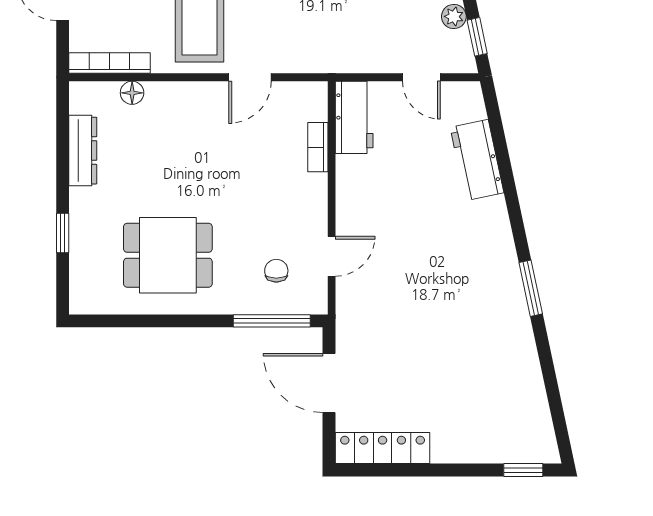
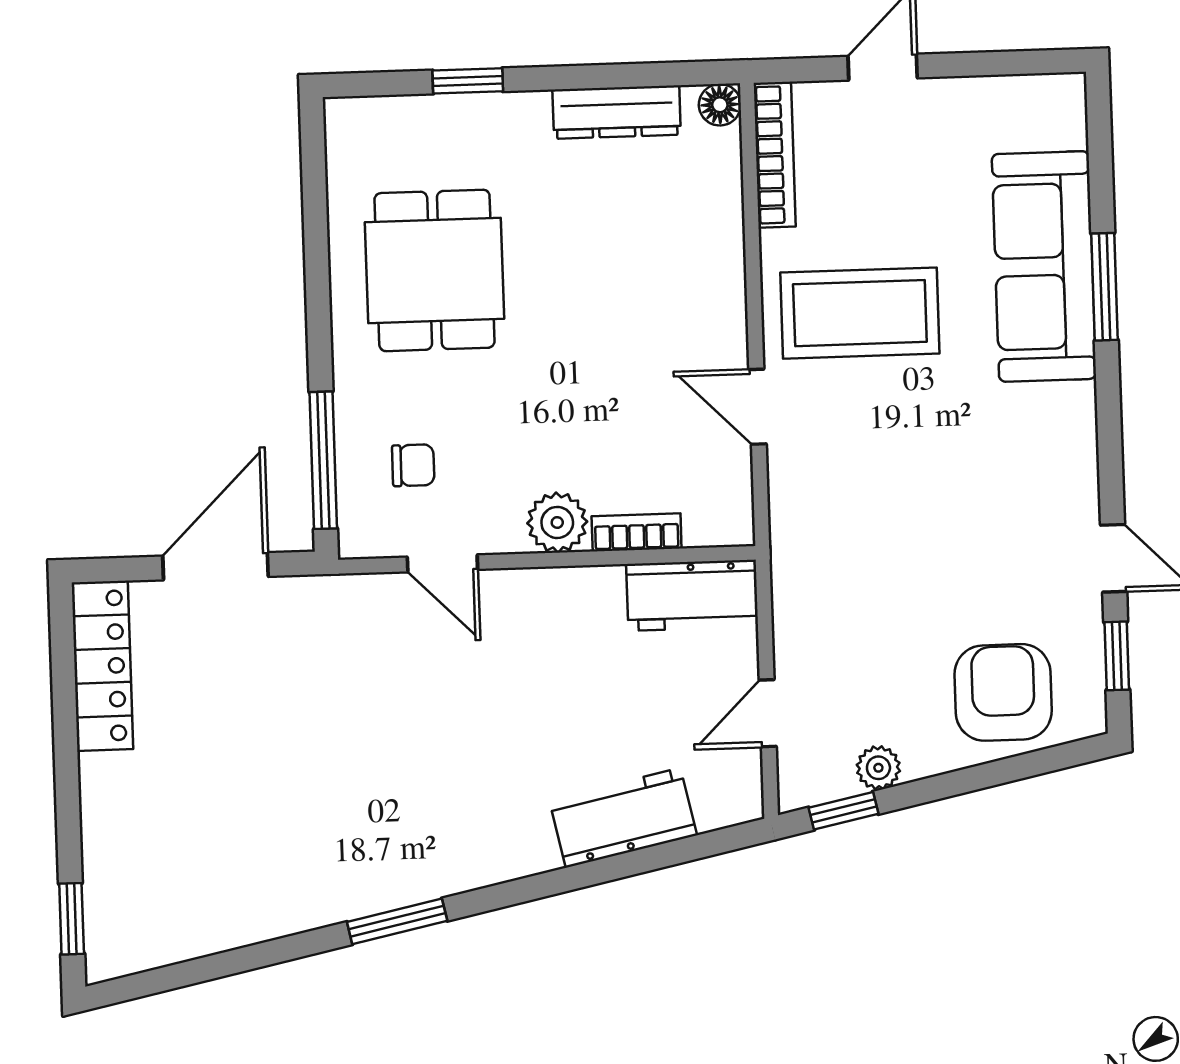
floor lamp: (132, 93) -> (720, 105), moved
plant: (311, 191) -> (557, 522), added

